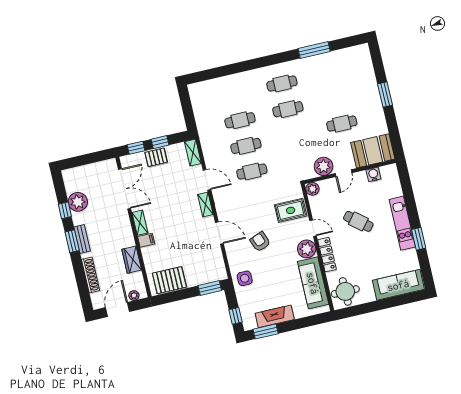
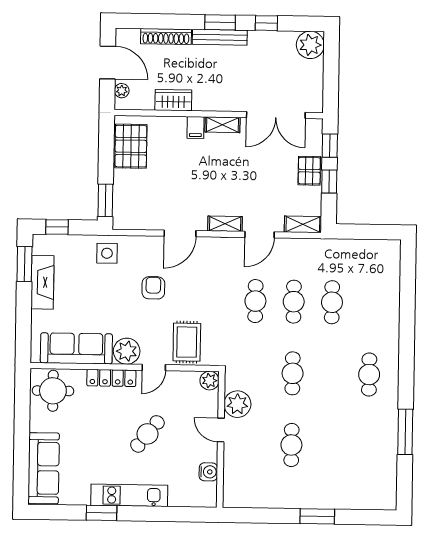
cafe table: (288, 109) -> (293, 373), moved
booth: (373, 151) -> (242, 479), removed
plant: (78, 202) -> (310, 45), moved
bench: (82, 239) -> (220, 37), width x1.36
armchair: (260, 242) -> (153, 288), turned -69

